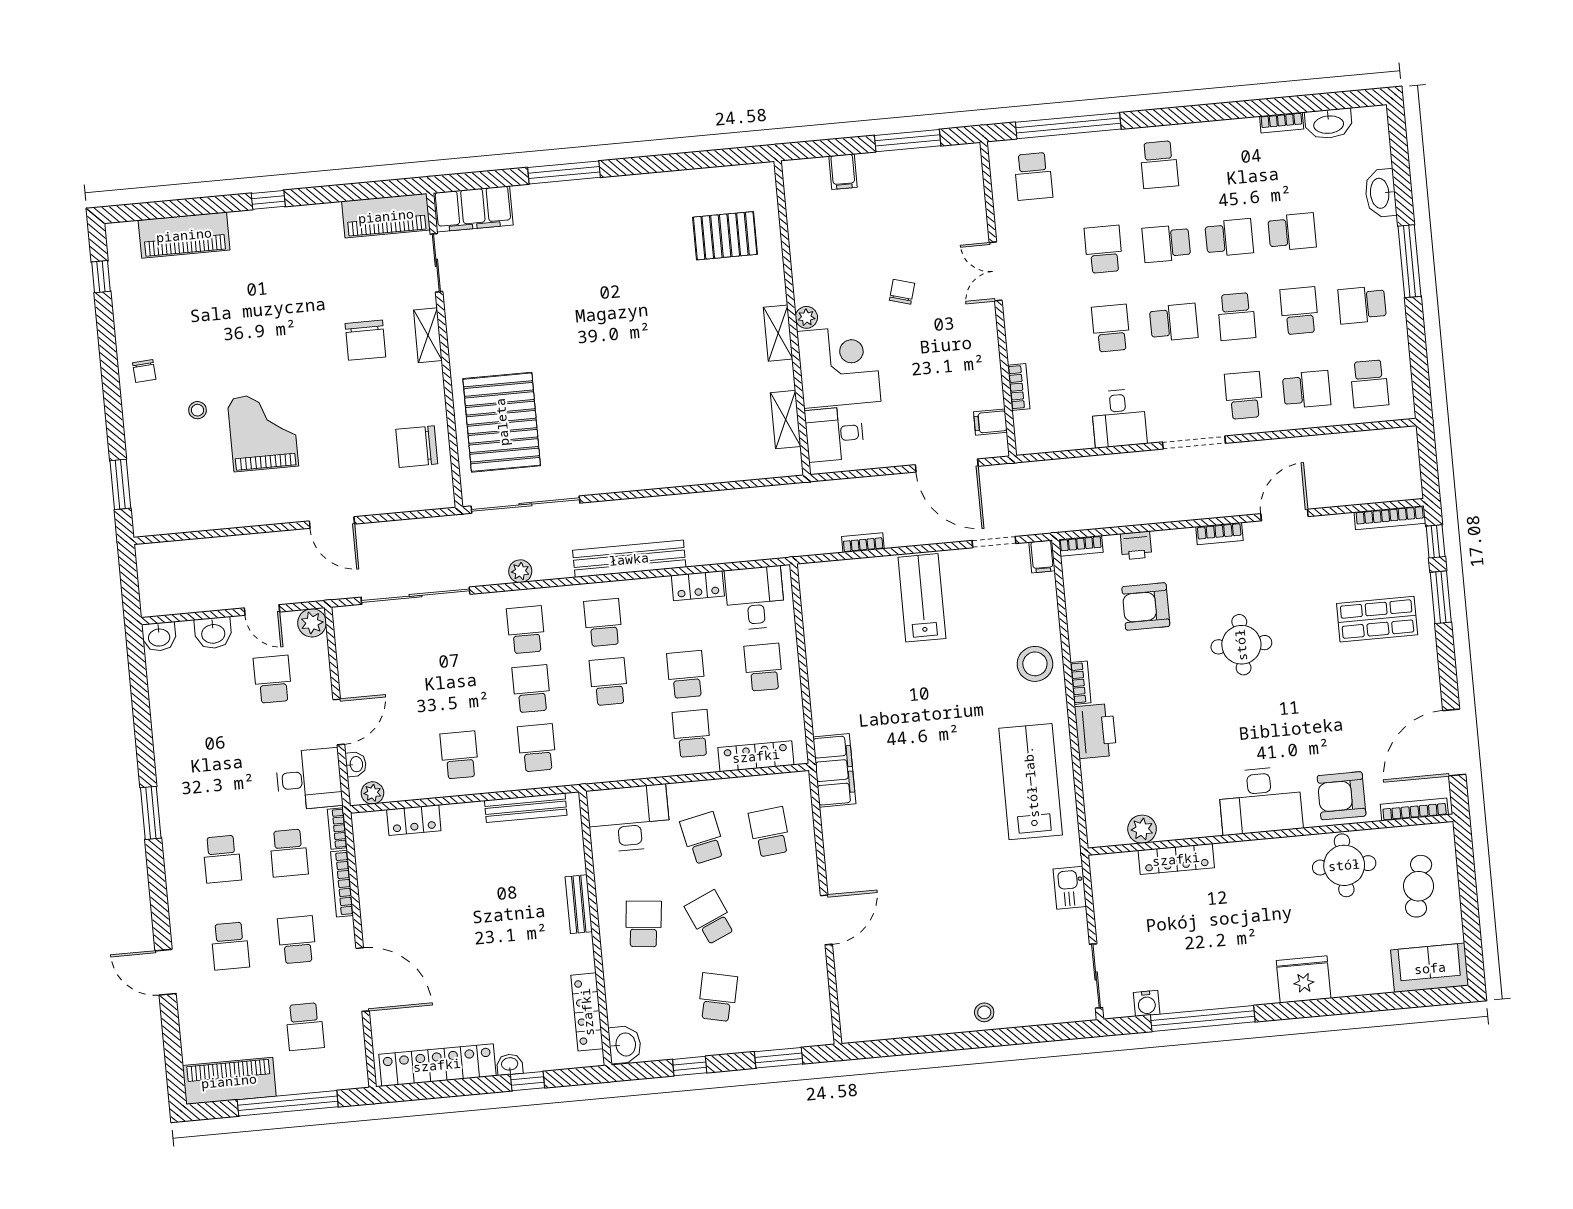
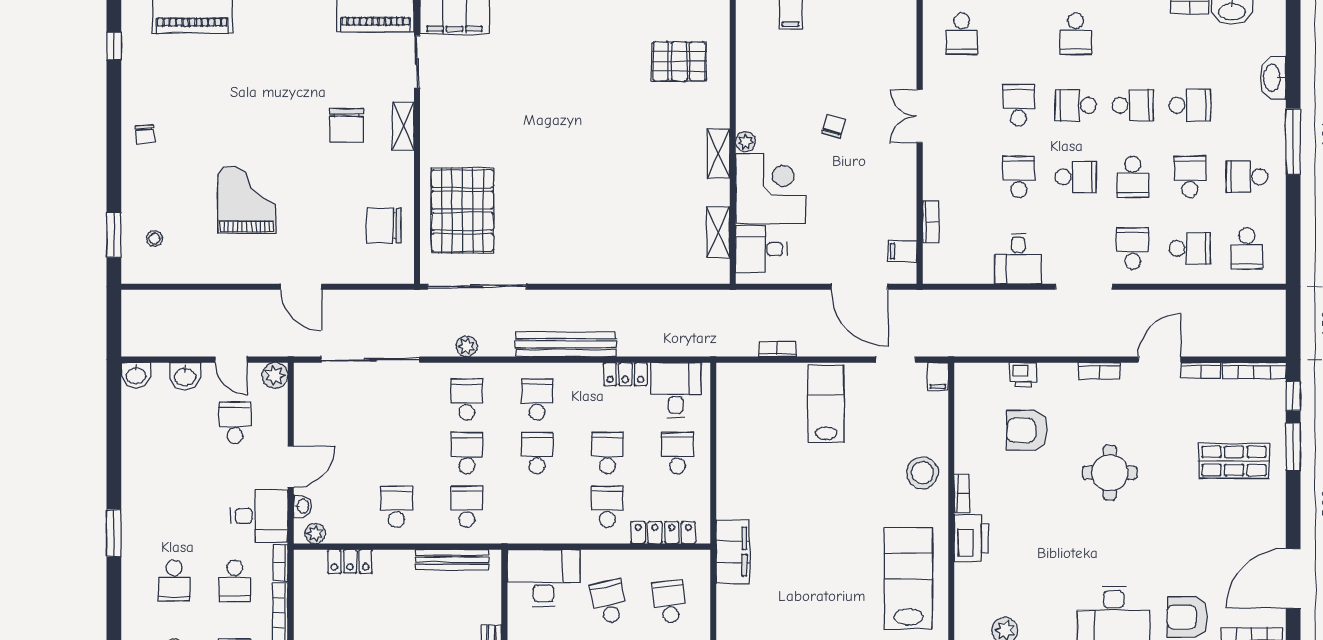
stool: (198, 410) -> (154, 239), moved
bookcase: (1081, 546) -> (1201, 370), moved

